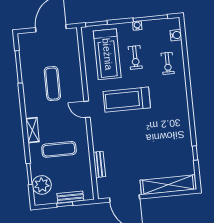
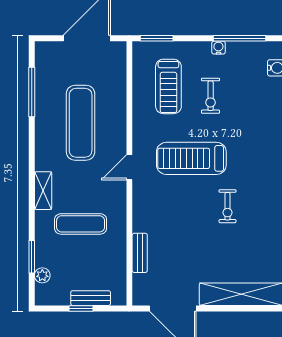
treadmill: (107, 54) -> (168, 86), width x0.73, depth x0.73
exercise bike: (168, 63) -> (228, 206), moved
exercise mat: (52, 84) -> (81, 123), width x1.36, depth x1.45
door: (87, 109) -> (129, 167), hinge flipped
plant: (42, 185) -> (42, 275), width x0.53, depth x0.53

